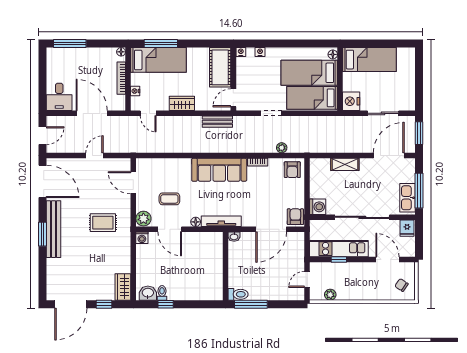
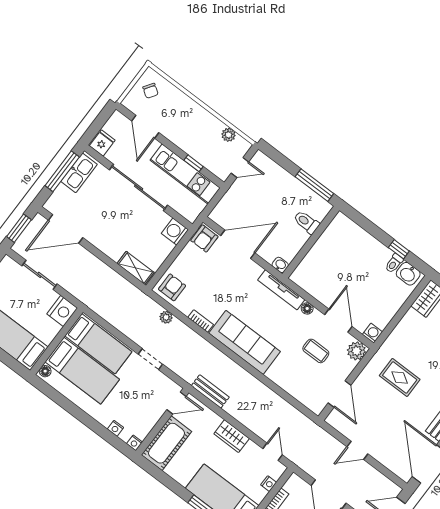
shelving: (345, 164) -> (136, 268), moved
toilet: (238, 294) -> (306, 222), moved

